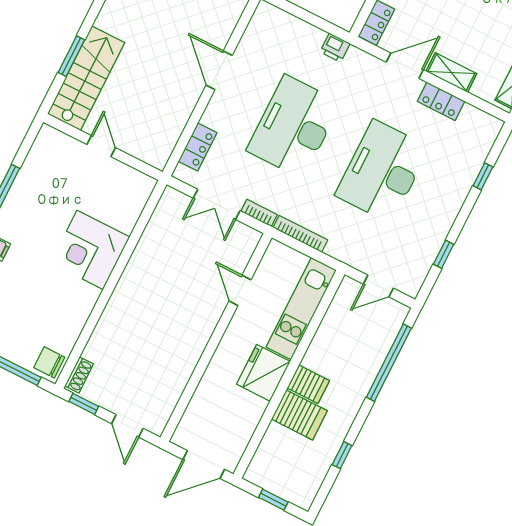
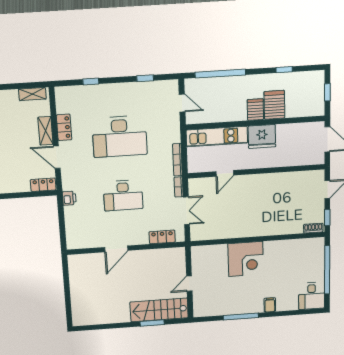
desk: (294, 127) -> (123, 195), width x0.73, depth x0.77
chair: (49, 362) -> (315, 246), removed

